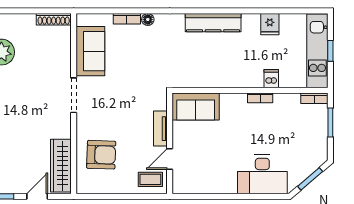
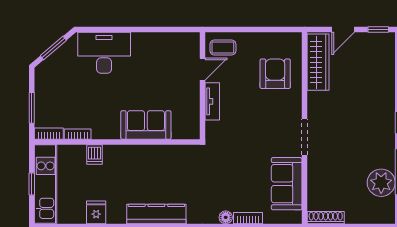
bookcase: (260, 98) -> (78, 134), moved
sofa: (196, 106) -> (146, 125), moved
armchair: (101, 155) -> (275, 74), turned 88

